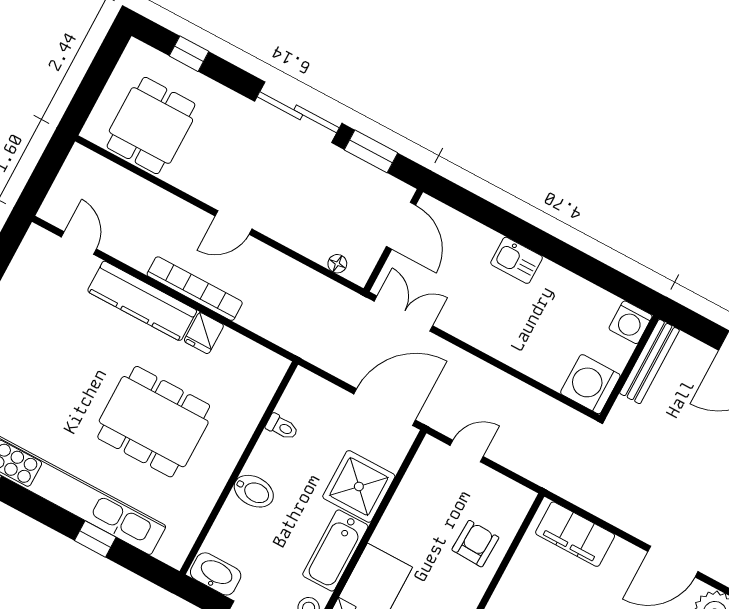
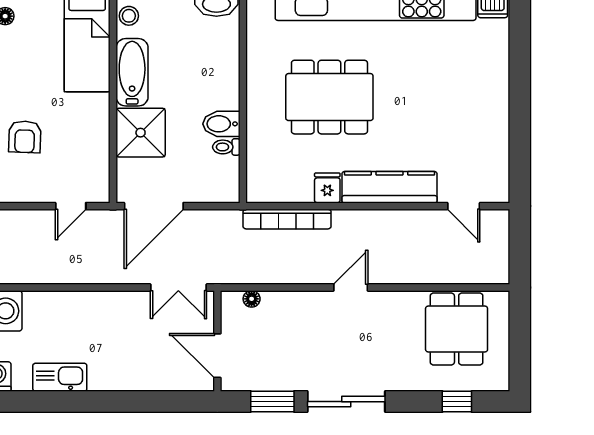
kitchen sink: (517, 260) -> (60, 377), moved, width x1.38
bookcase: (195, 289) -> (287, 219), moved
bidet: (254, 491) -> (221, 124), moved

